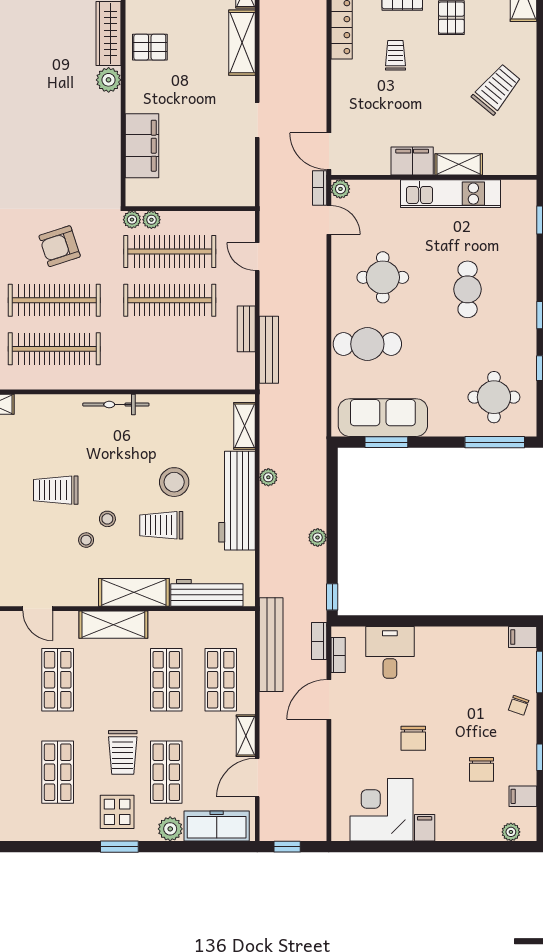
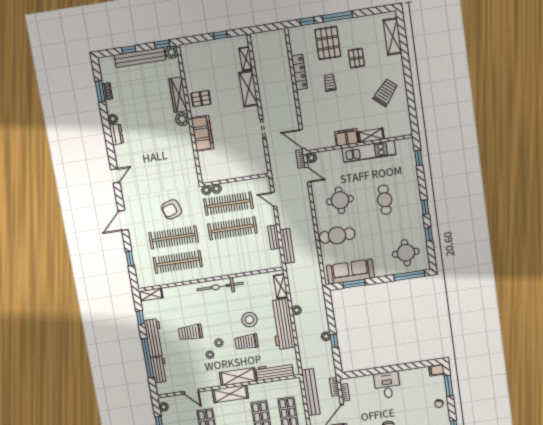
filing cabinet: (142, 146) -> (202, 133), moved
bicycle: (116, 405) -> (220, 286), width x1.37, depth x1.40
window: (332, 597) -> (334, 341), moved
desk: (390, 652) -> (387, 385), moved

